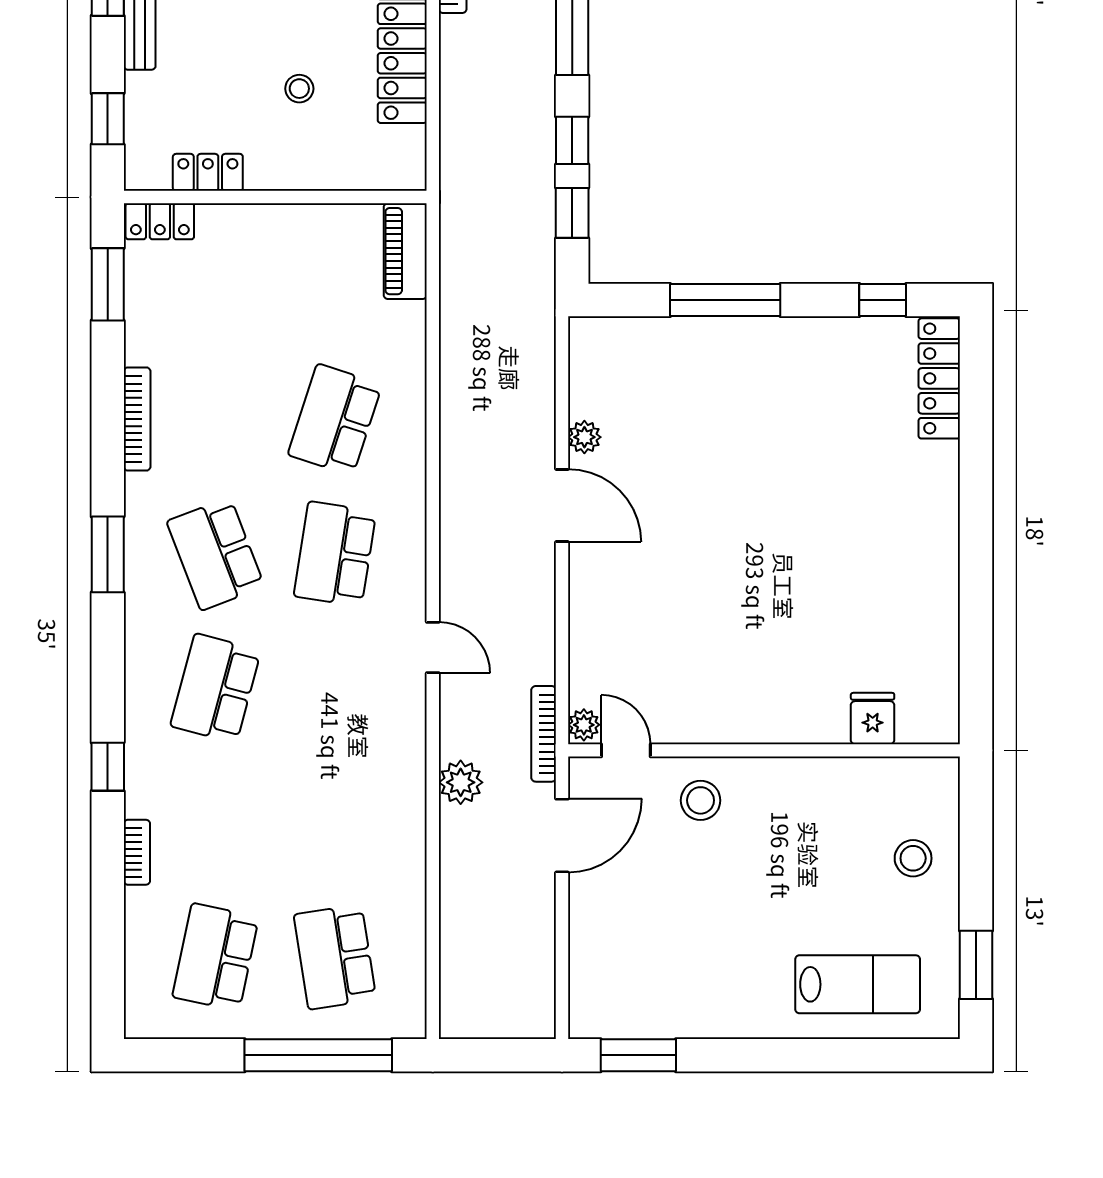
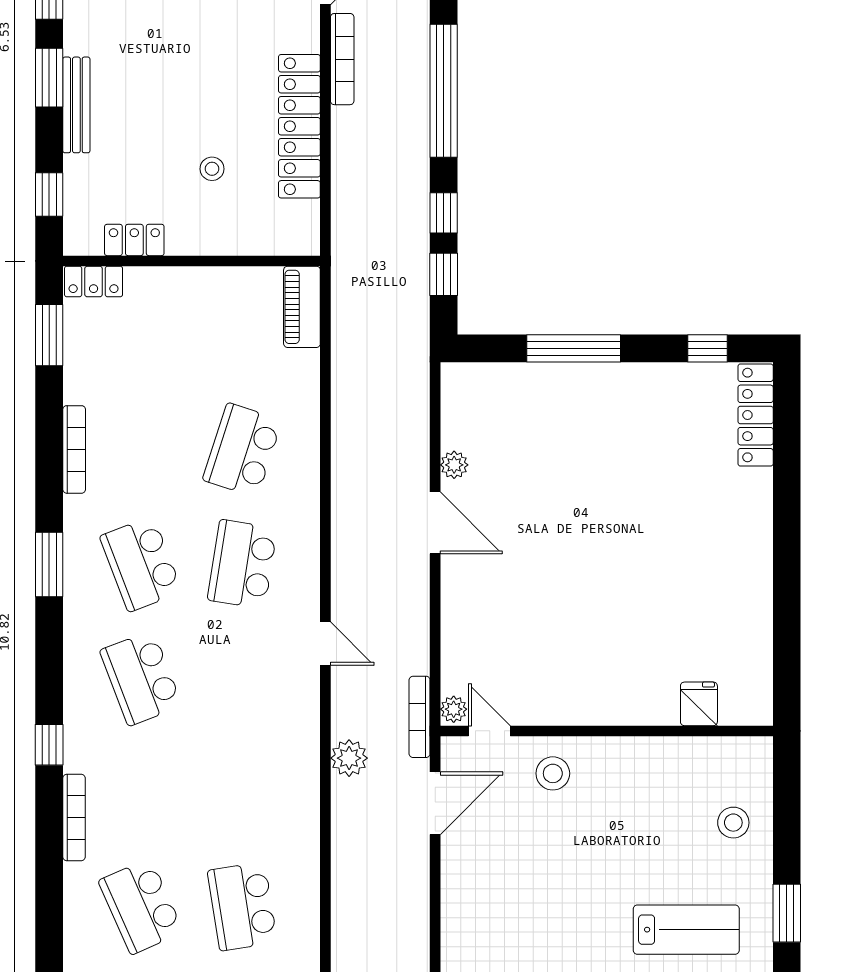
school desk: (216, 688) -> (141, 678), turned -36
bookcase: (137, 852) -> (74, 817), width x1.56
school desk: (216, 957) -> (141, 906), turned -36

